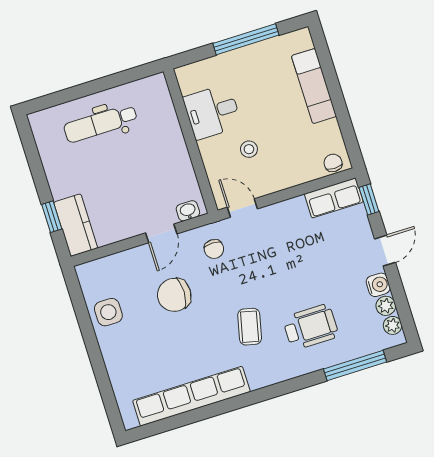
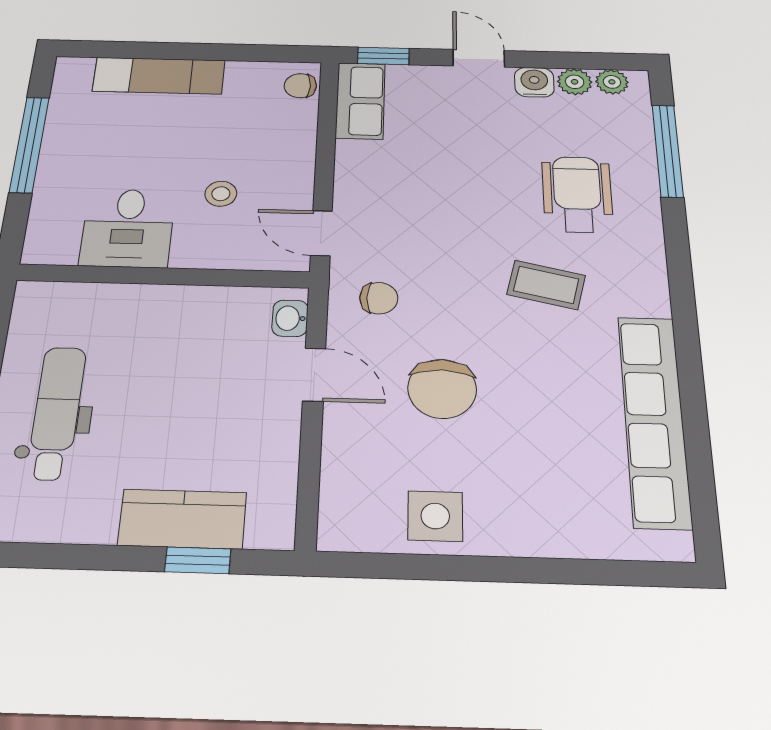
dental chair: (100, 123) -> (57, 412), turned 180
door: (242, 208) -> (321, 233), hinge flipped
kitchen counter: (76, 225) -> (182, 519), moved

